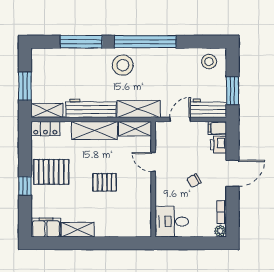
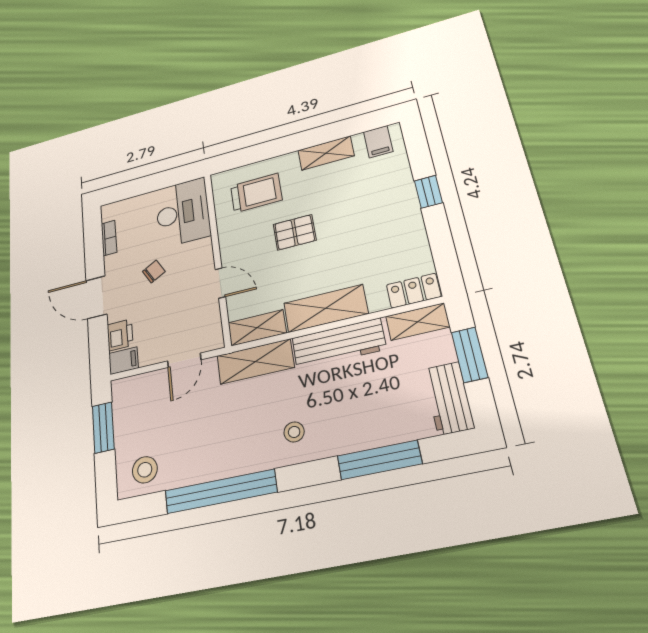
window: (145, 42) -> (220, 491), moved
stool: (123, 65) -> (294, 432), width x0.53, depth x0.53
workbench: (208, 108) -> (449, 398), moved, turned 90
pallet: (51, 172) -> (388, 225), removed
door: (232, 173) -> (96, 297), hinge flipped
trolley: (124, 215) -> (256, 193), added
desk: (172, 222) -> (183, 212), width x1.37
filing cabinet: (46, 228) -> (378, 142), width x0.50
plant: (220, 231) -> (110, 212), removed

